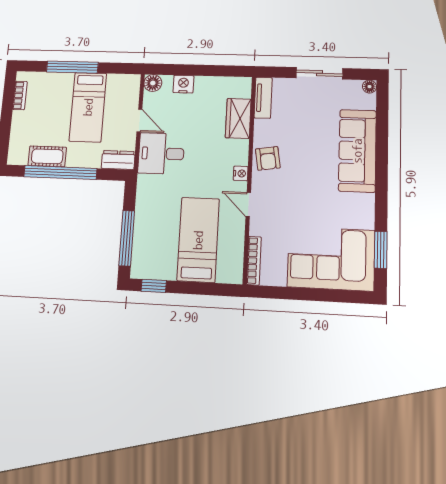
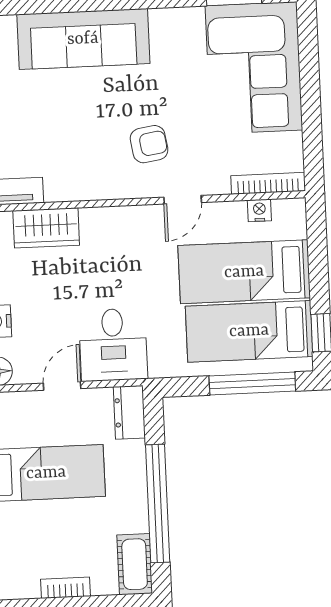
bookcase: (20, 95) -> (66, 588), moved
cot: (47, 156) -> (135, 564), moved
armchair: (268, 158) -> (149, 144), moved
nightstand: (241, 173) -> (259, 210), moved
bed: (160, 239) -> (249, 331), added

